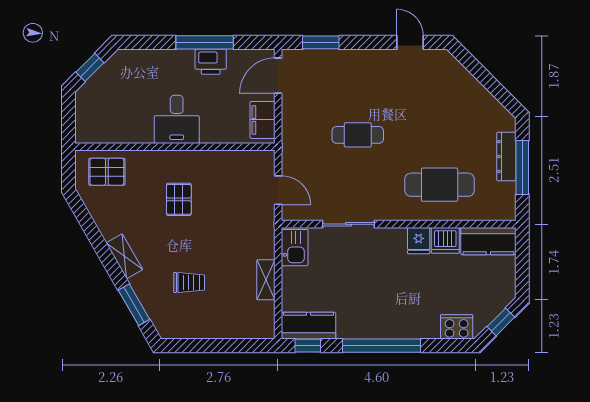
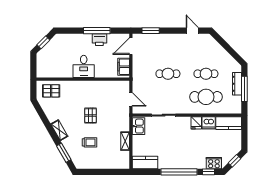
cafe table: (440, 135) -> (206, 74), added
pallet: (179, 199) -> (91, 116), moved
window: (308, 346) -> (208, 172), moved

